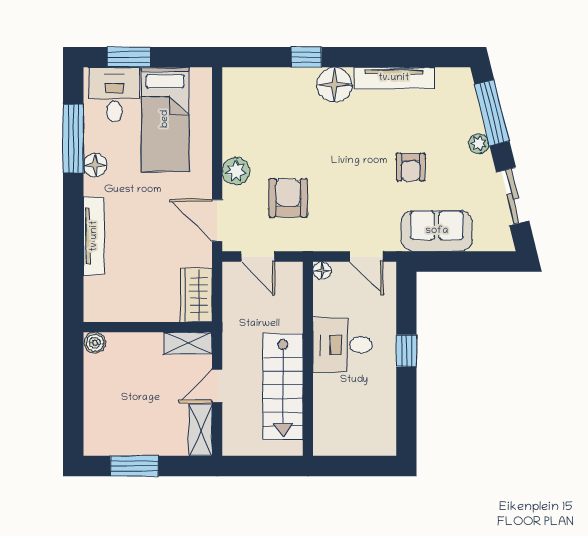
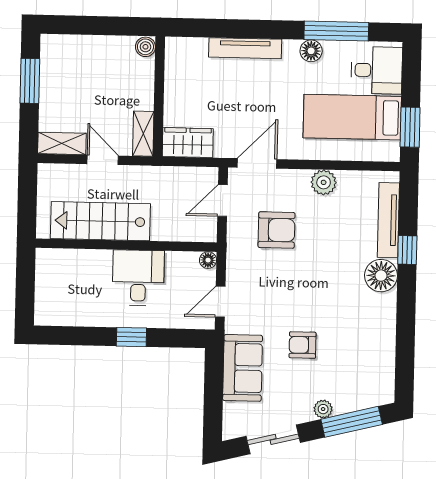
window: (129, 57) -> (410, 127), moved
tv unit: (394, 78) -> (388, 220), moved
plant: (236, 171) -> (324, 182), moved

